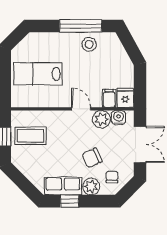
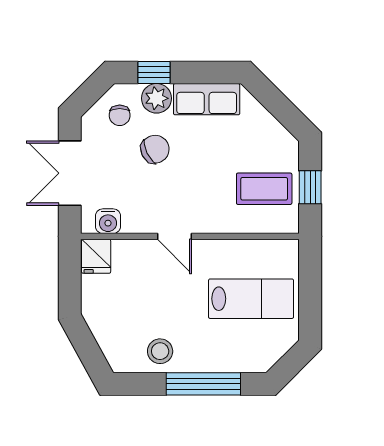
window: (81, 26) -> (203, 384), moved
filing cabinet: (109, 98) -> (125, 255), removed
plant: (101, 119) -> (138, 218), removed
window: (70, 201) -> (154, 72), moved

